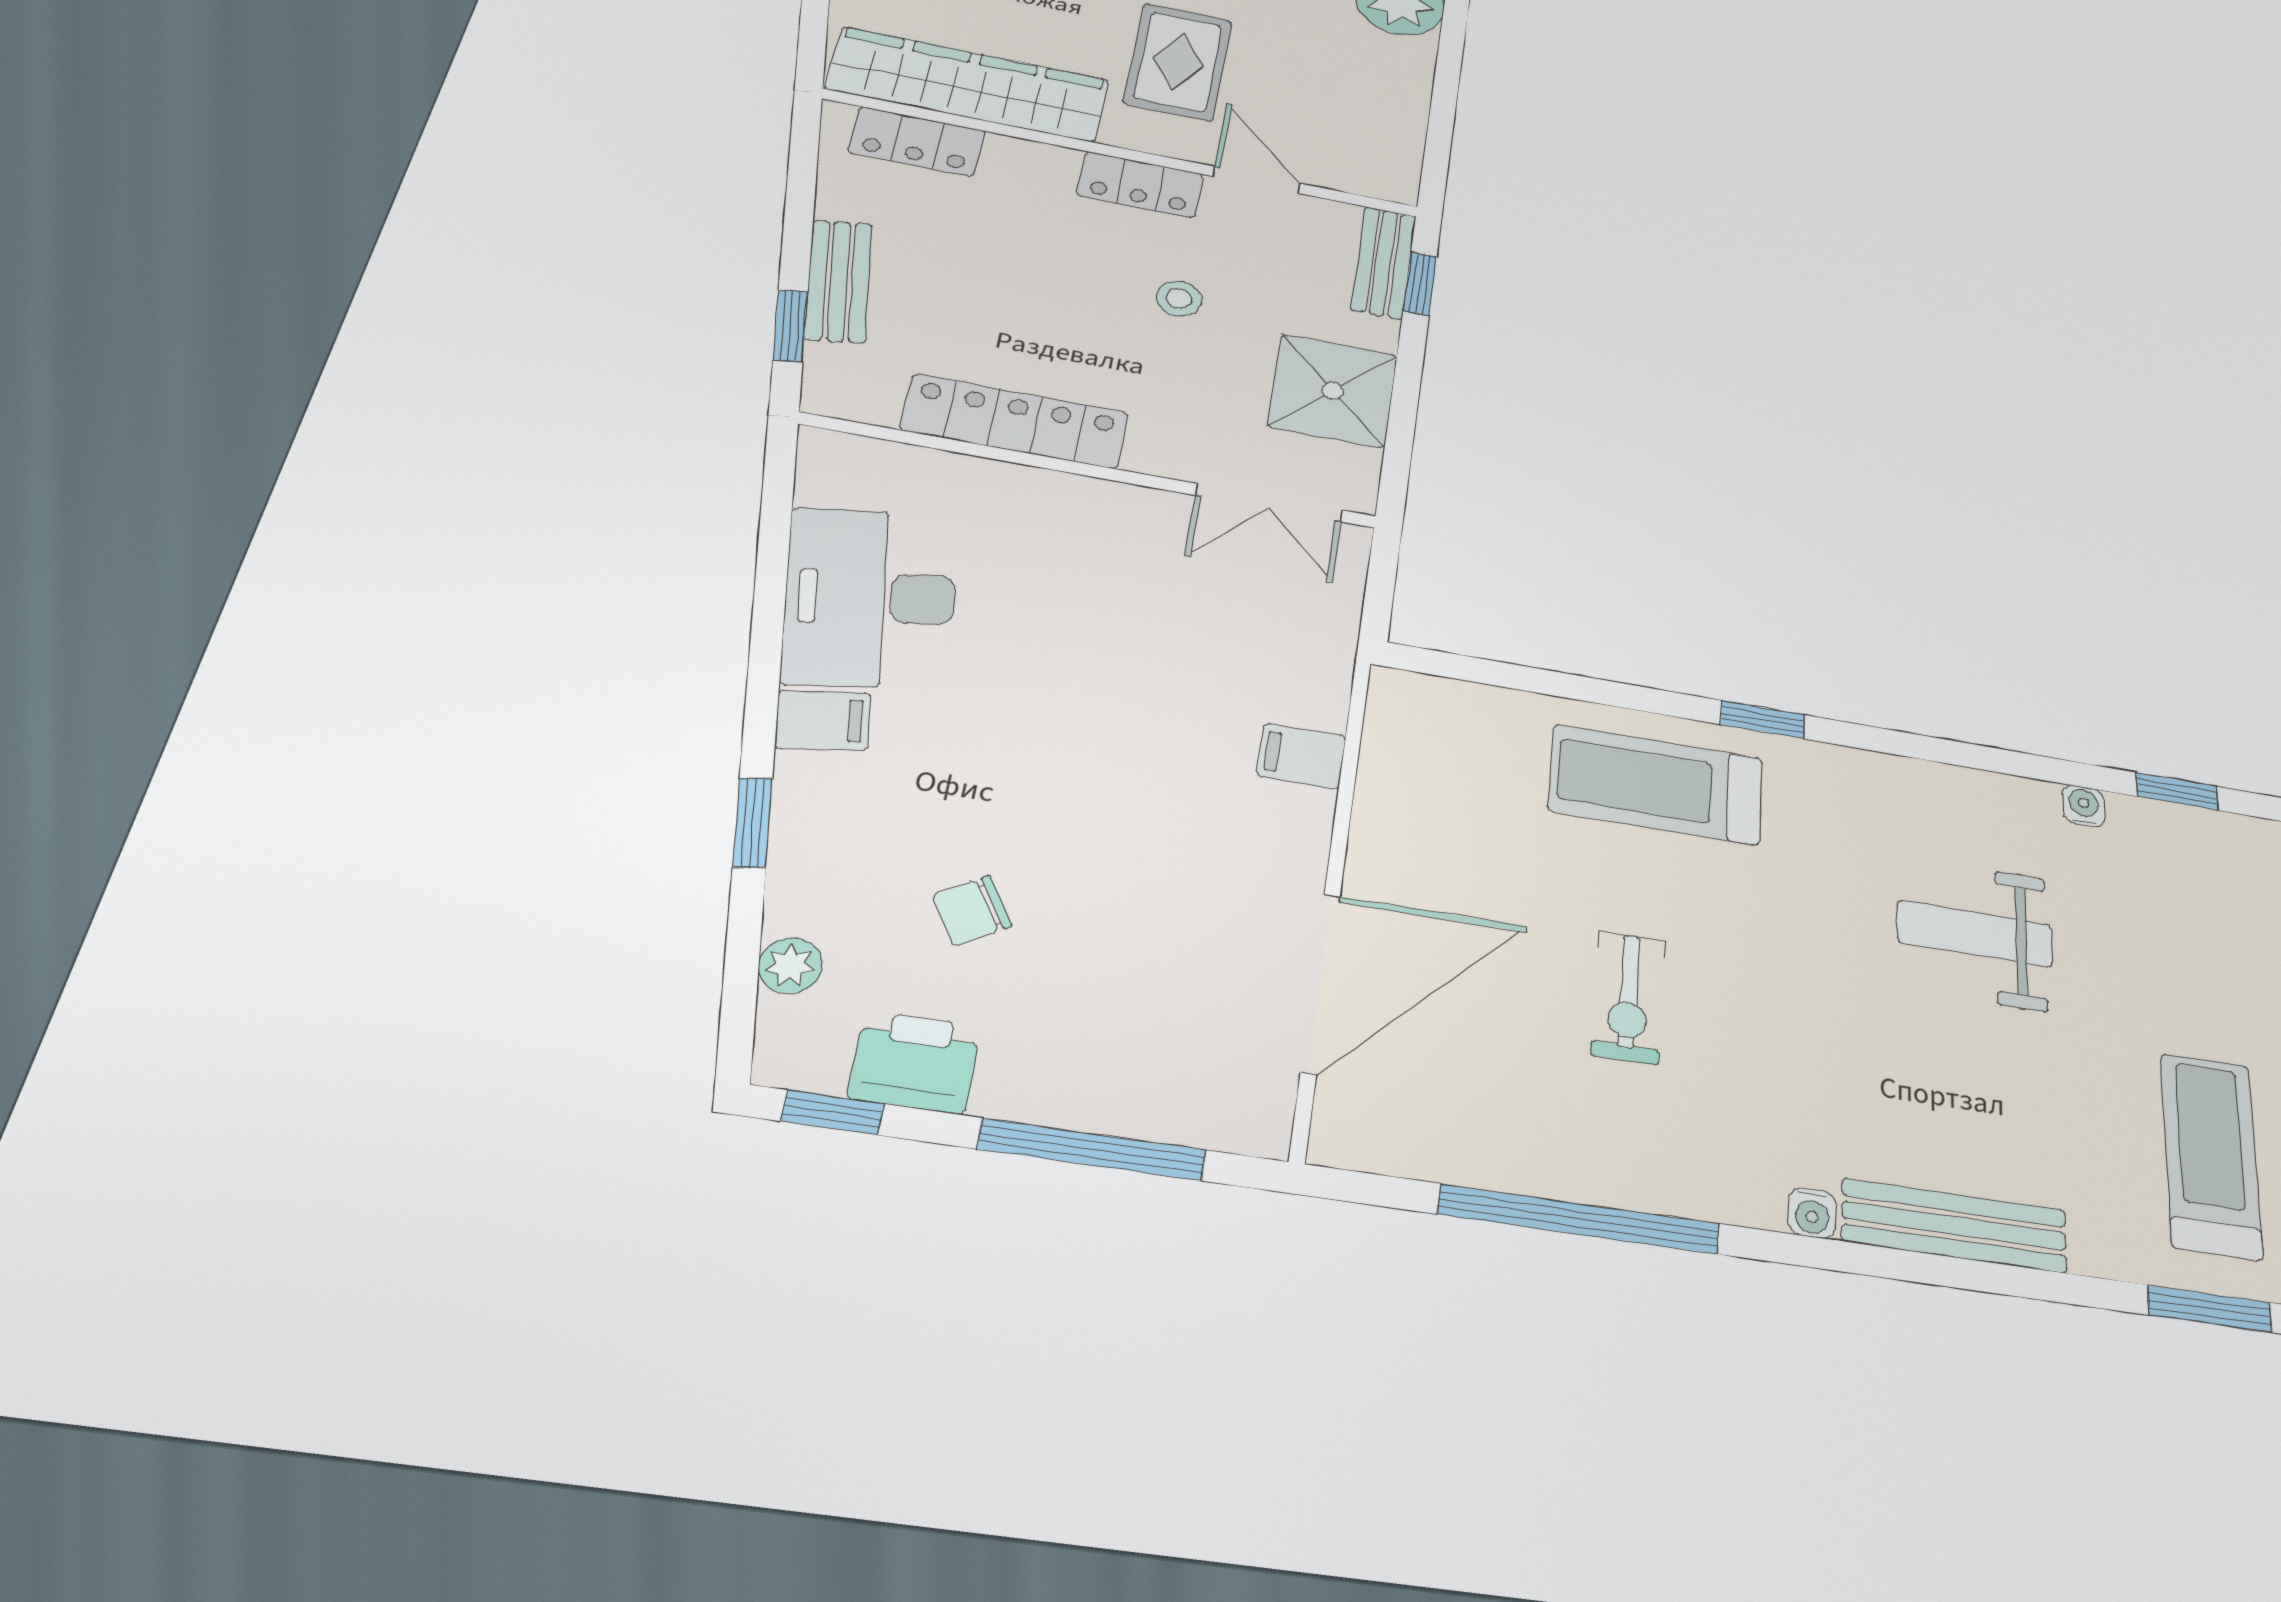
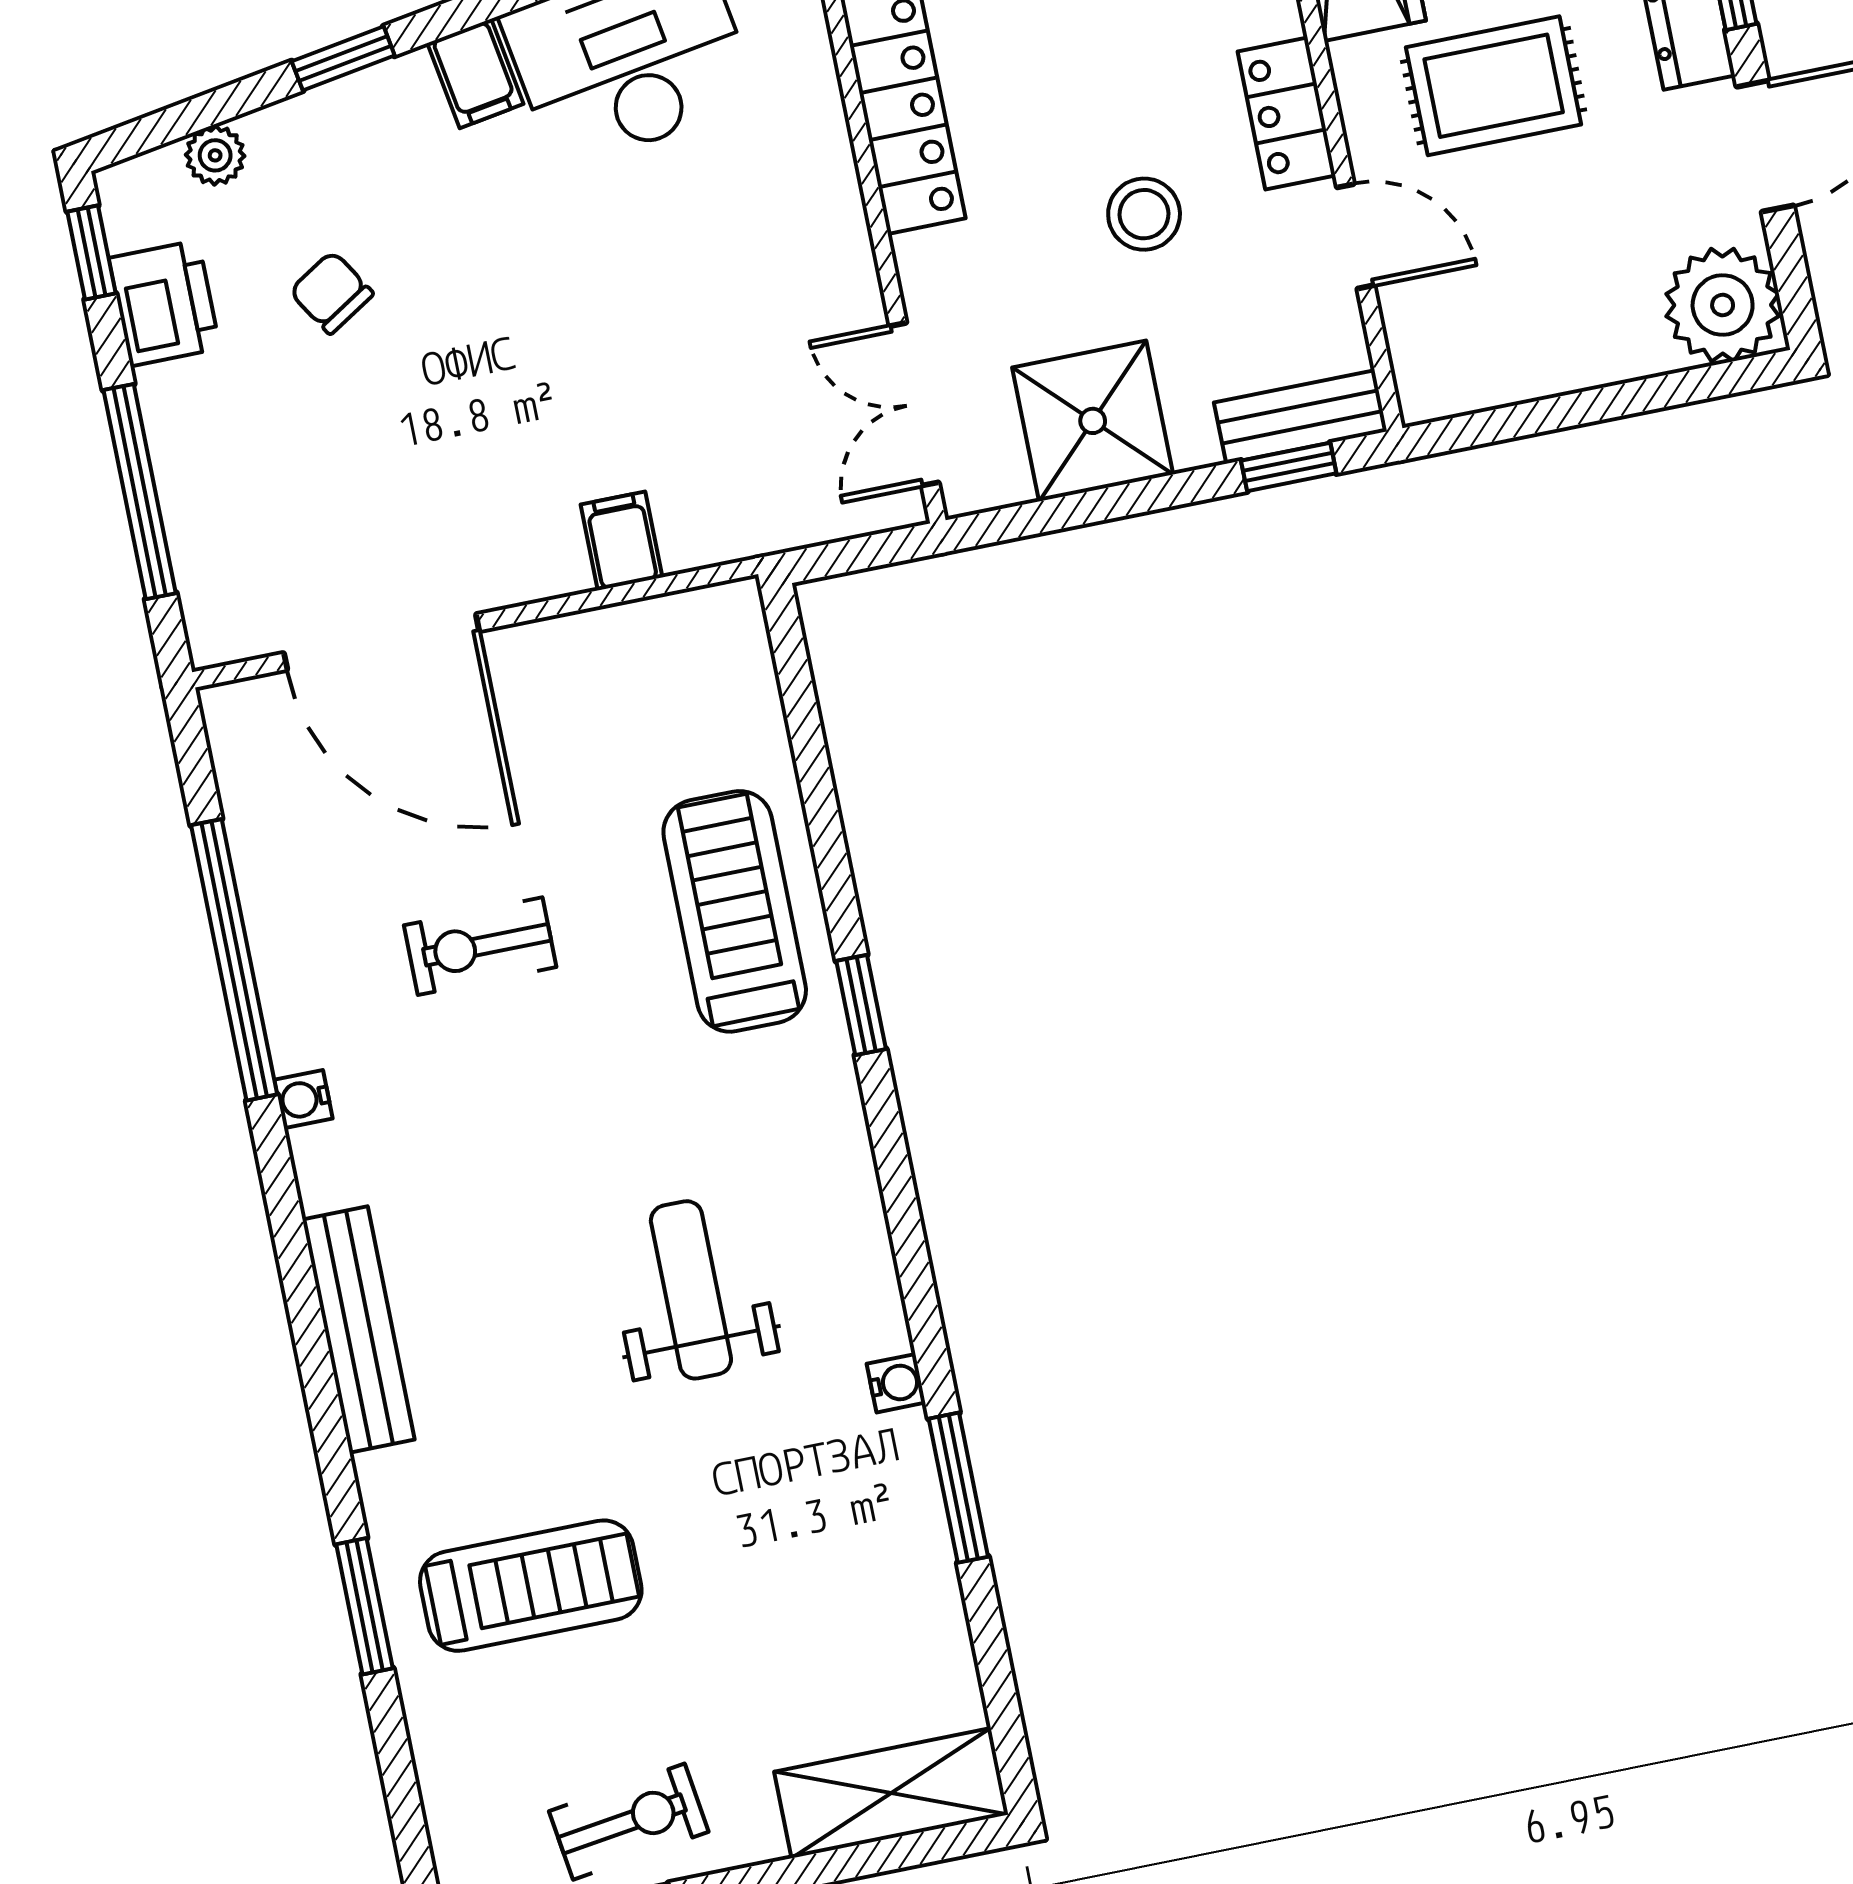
door: (1257, 180) -> (1356, 236), hinge flipped
stool: (1179, 299) -> (1144, 214), width x1.37, depth x1.37
window: (2177, 791) -> (958, 1488), width x1.50
water cooler: (1812, 1213) -> (303, 1099), moved

